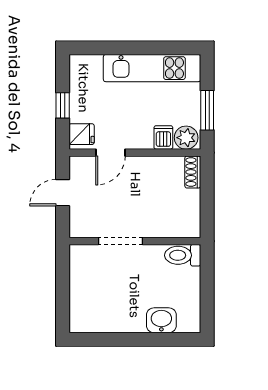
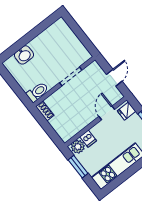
shoe rack: (193, 172) -> (45, 111), moved

